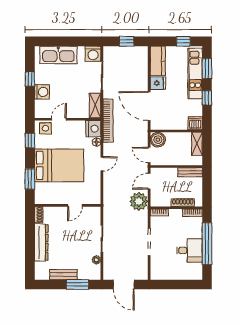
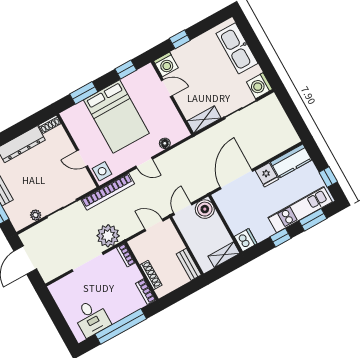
window: (127, 41) -> (294, 115), removed
window: (30, 79) -> (180, 39), moved
washing machine: (42, 92) -> (166, 64), moved
bookcase: (108, 121) -> (108, 192), moved
side table: (45, 128) -> (102, 171), moved
nightstand: (93, 129) -> (178, 132), removed
plant: (139, 201) -> (108, 236), moved
desk: (190, 250) -> (91, 318), moved

